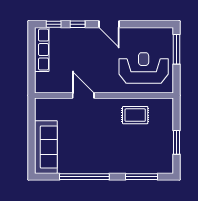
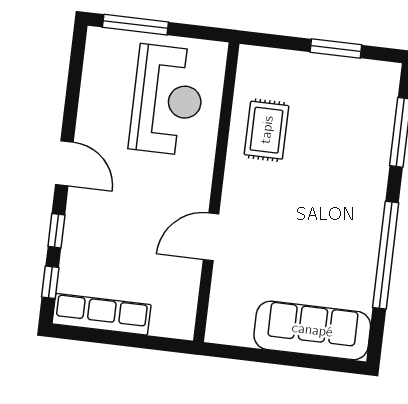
door: (109, 24) -> (64, 163), hinge flipped
reception desk: (144, 68) -> (167, 100), turned 180

